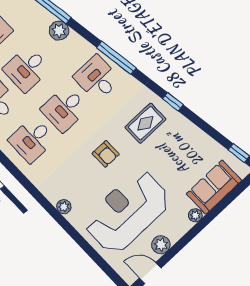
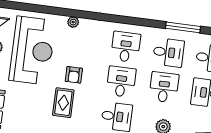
rug: (145, 123) -> (63, 103), moved
armchair: (106, 154) -> (74, 75), turned -90

